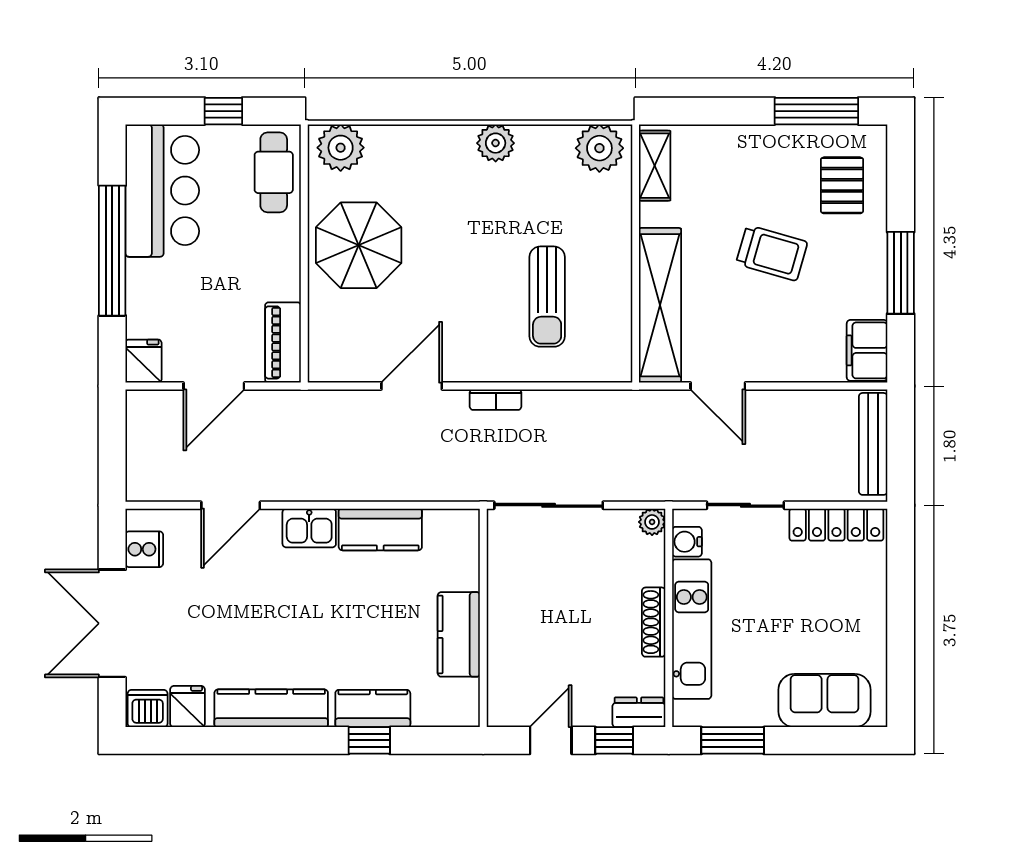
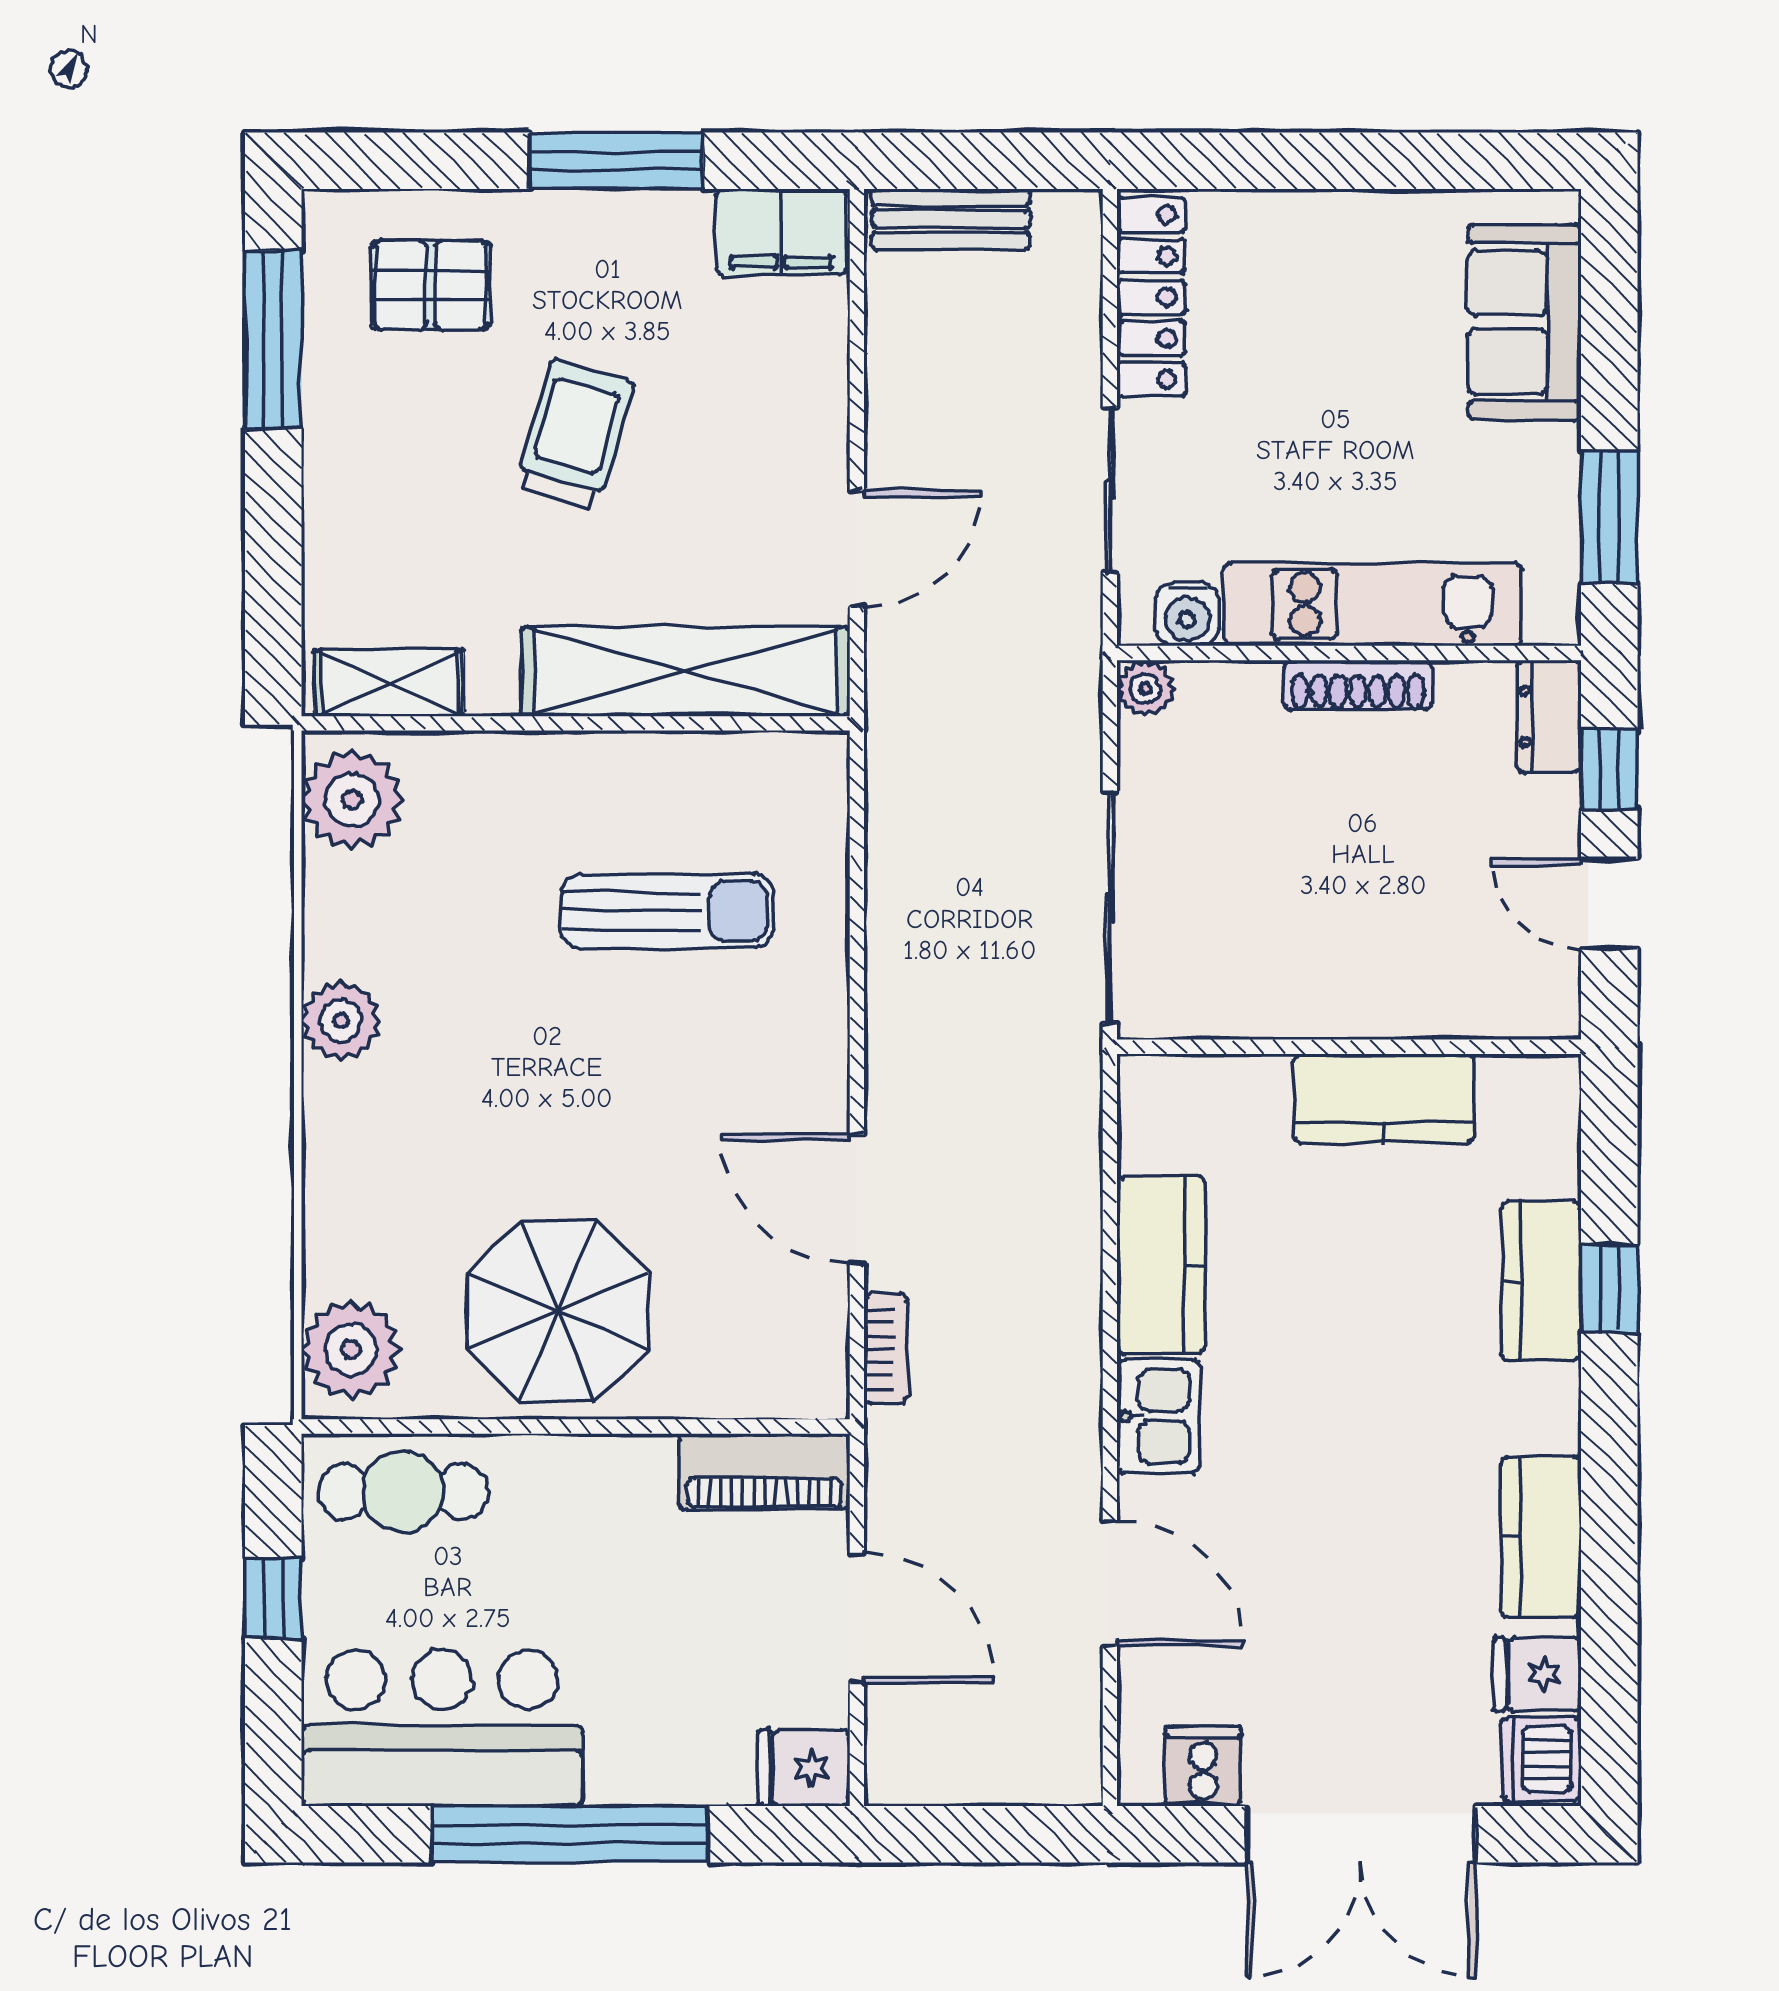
bookcase: (496, 400) -> (886, 1349), moved
bench: (873, 444) -> (951, 219), width x0.73
kitchen counter: (271, 708) -> (1541, 1537), width x0.67

